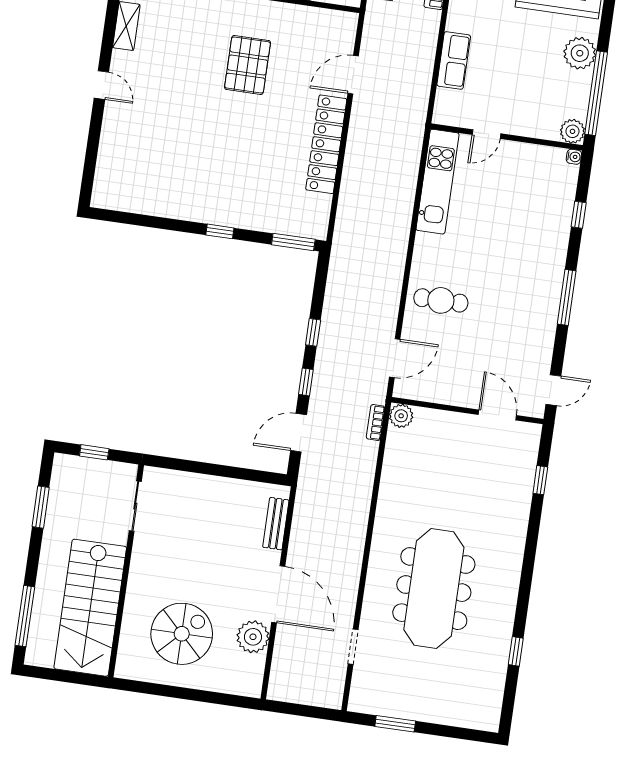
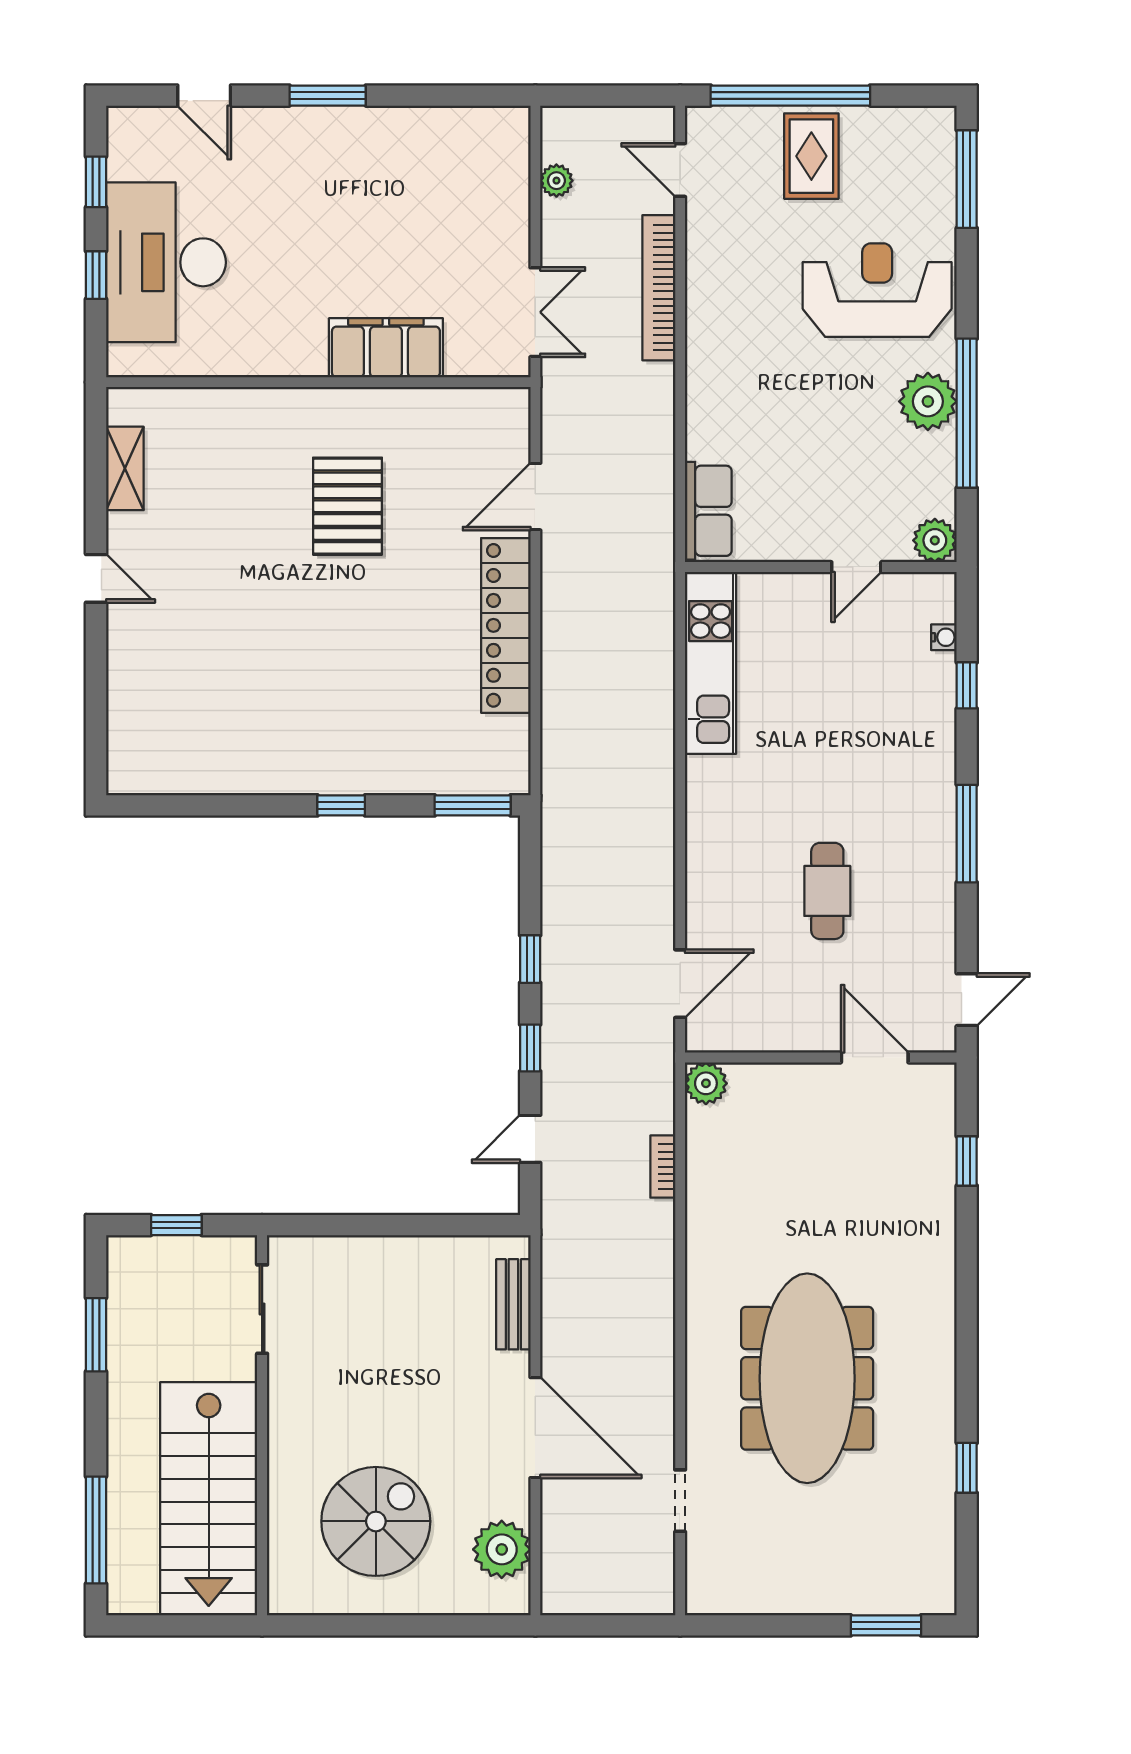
row of seats: (454, 60) -> (708, 511), moved
window: (596, 93) -> (967, 413), moved
door: (486, 134) -> (856, 567), moved
water cooler: (574, 157) -> (944, 637), moved
cafe table: (441, 300) -> (827, 891), moved, turned 90
bookcase: (376, 422) -> (663, 1167), moved
door: (299, 433) -> (530, 1139), width x0.73
plant: (253, 637) -> (502, 1549), moved
window: (395, 724) -> (886, 1625), moved

